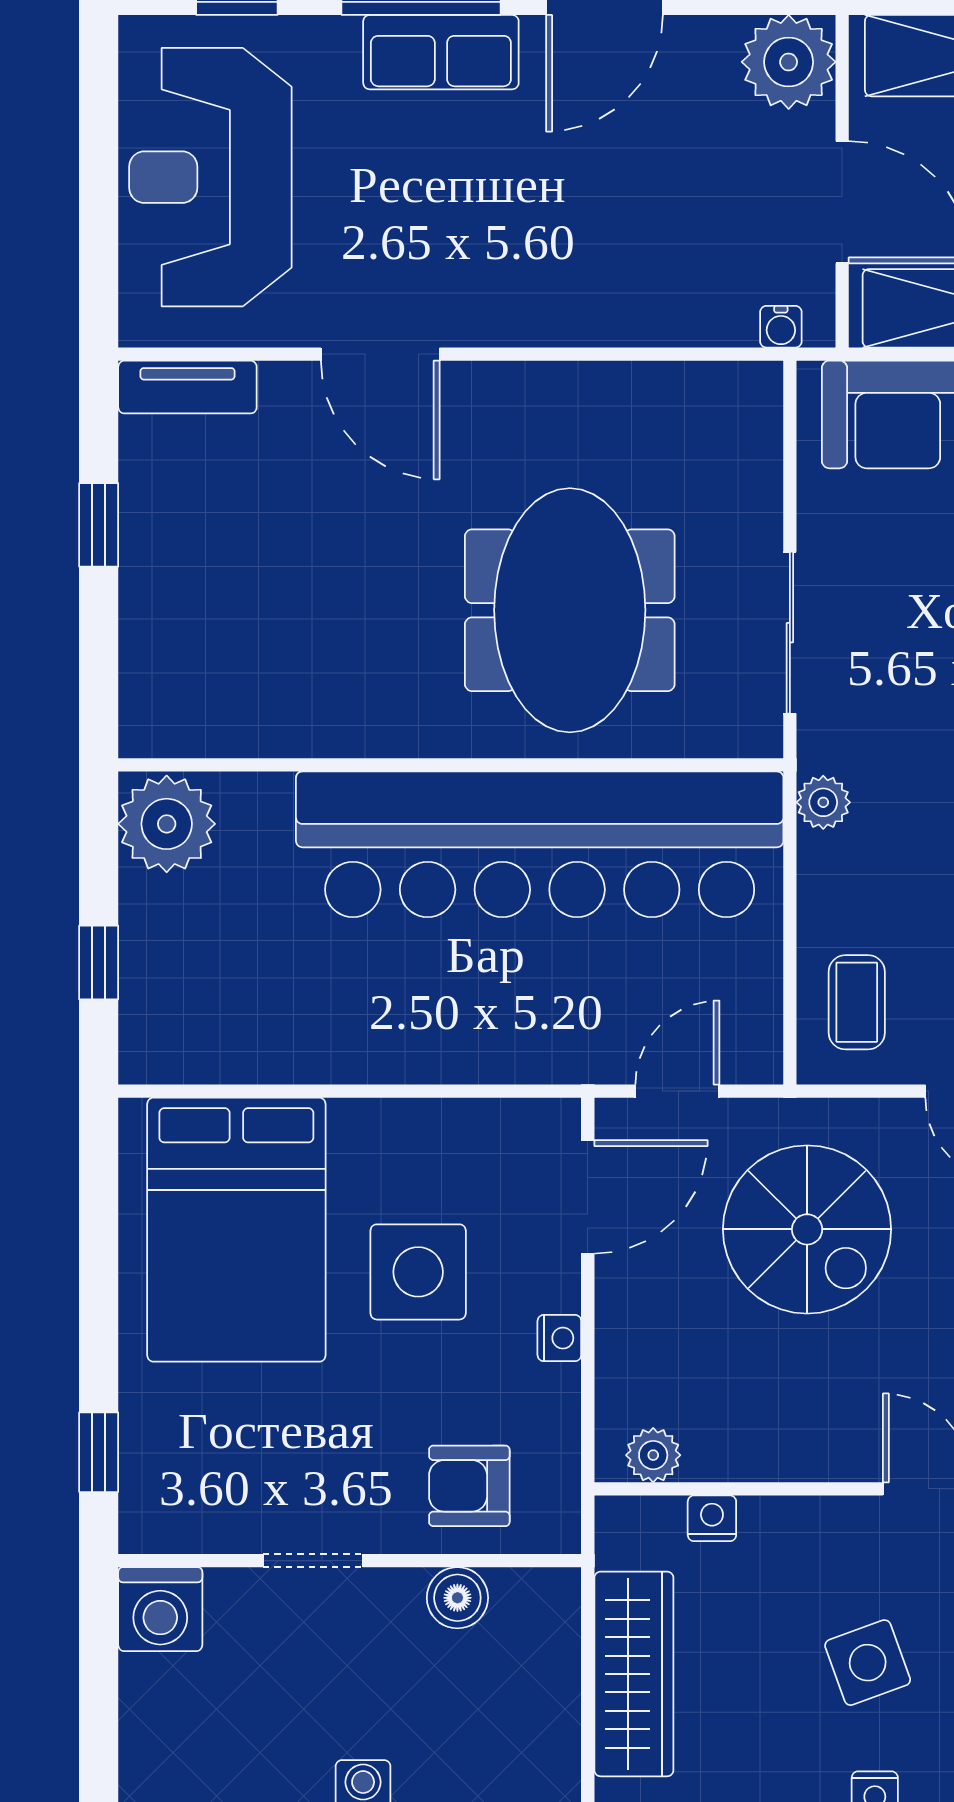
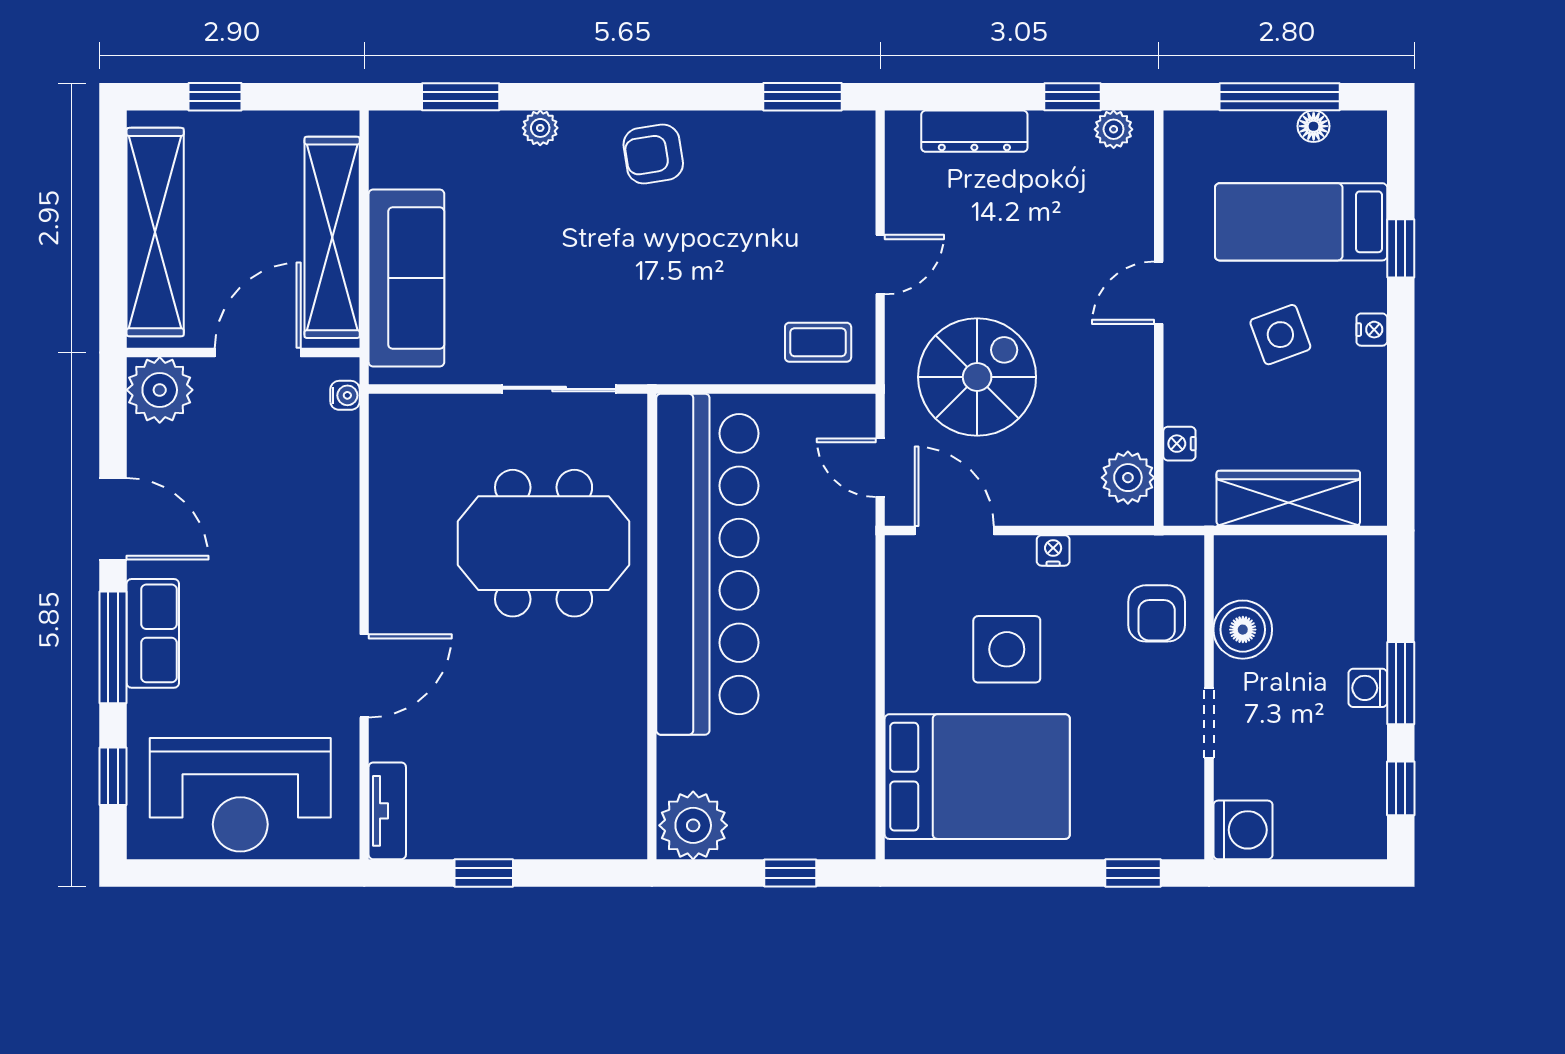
plant: (823, 802) -> (678, 366), removed
plant: (653, 1455) -> (1128, 478), width x1.38, depth x1.38
boiler: (457, 1598) -> (1243, 630), width x1.36, depth x1.36

